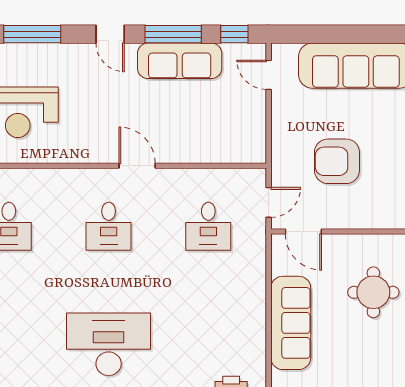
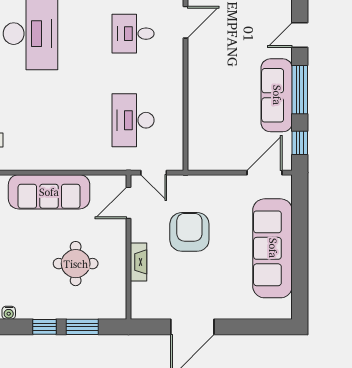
door: (269, 75) -> (265, 173), width x1.38
door: (137, 166) -> (186, 22), moved
fireplace: (372, 220) -> (139, 262), added
desk: (208, 226) -> (133, 120), width x1.37

